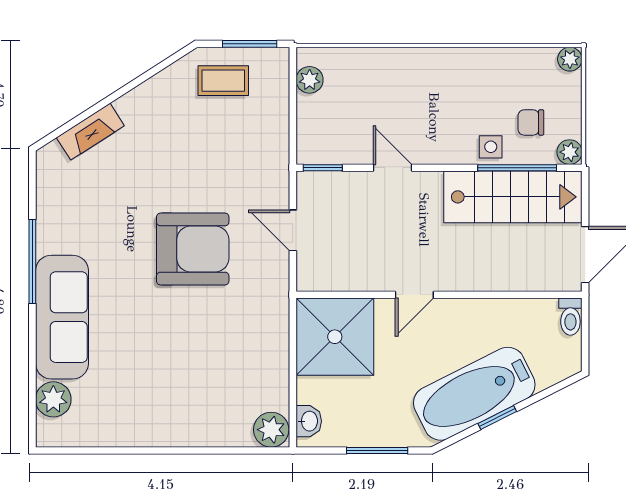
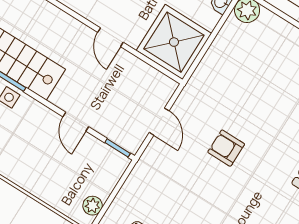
armchair: (193, 249) -> (226, 148), width x0.53, depth x0.53
door: (414, 295) -> (110, 37), swing flipped

